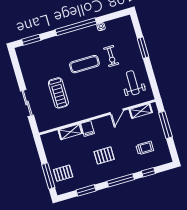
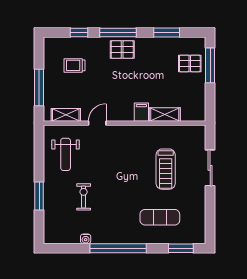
exercise mat: (84, 64) -> (160, 217), moved
treadmill: (58, 93) -> (166, 169), turned 180
pallet: (104, 155) -> (122, 49), moved

